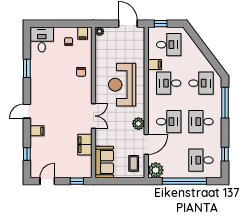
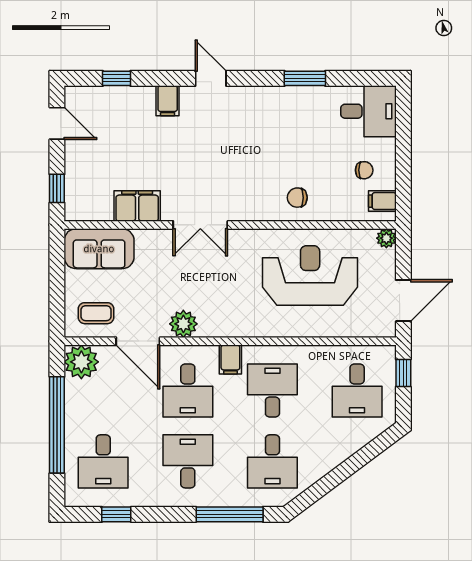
filing cabinet: (155, 65) -> (230, 359), moved
reception desk: (122, 85) -> (310, 275), moved
desk: (201, 160) -> (103, 461), turned 180

